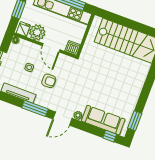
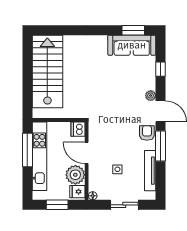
door: (51, 48) -> (87, 153), swing flipped
armchair: (49, 81) -> (147, 133), moved
sofa: (103, 120) -> (132, 45), moved, turned -90
window: (110, 136) -> (161, 69), moved

